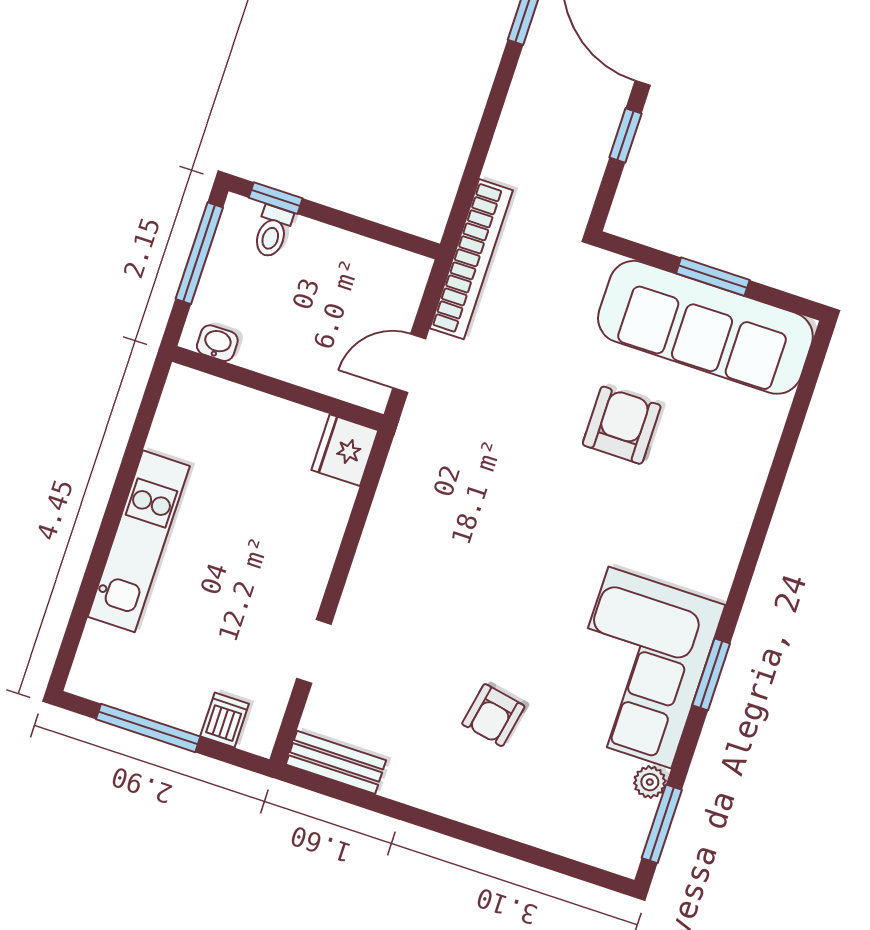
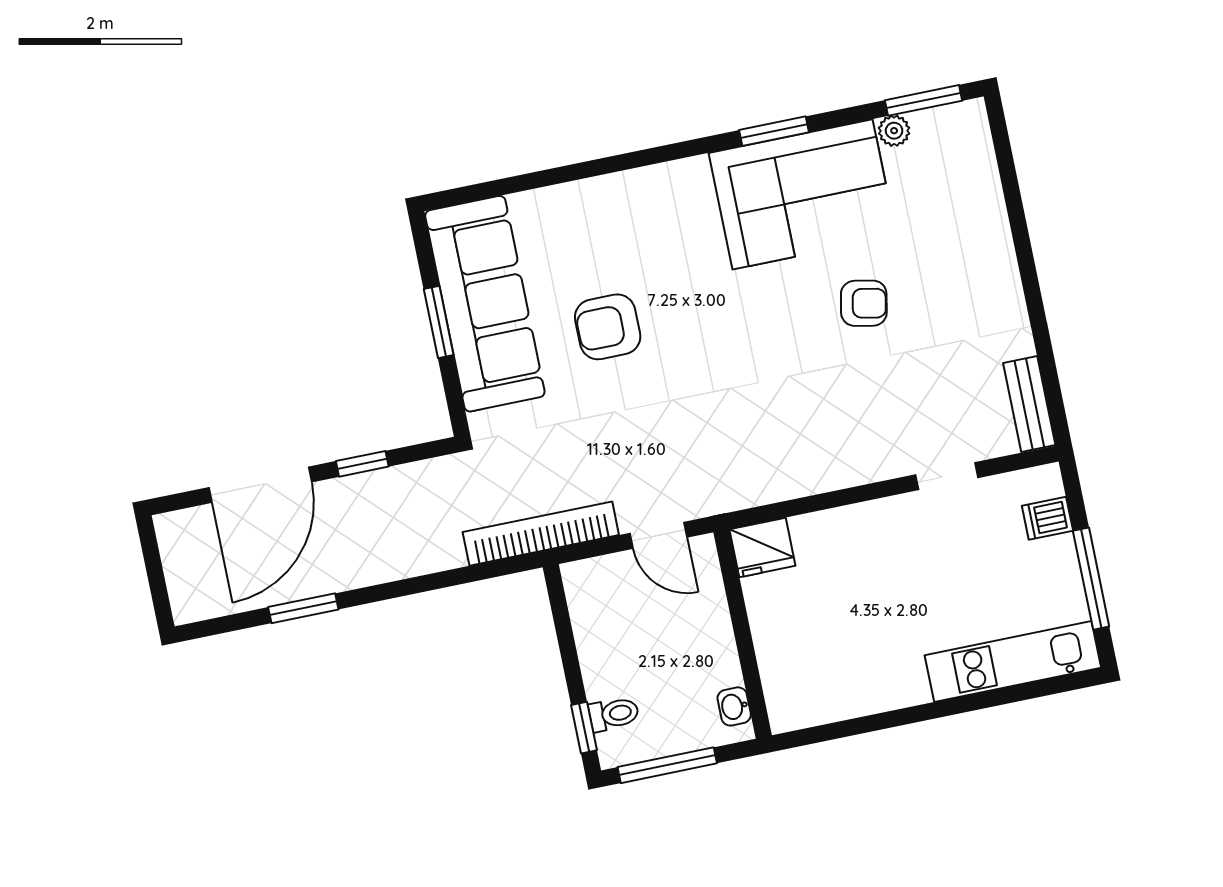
kitchen unit: (139, 541) -> (1013, 661), moved
armchair: (493, 715) -> (864, 303), moved

